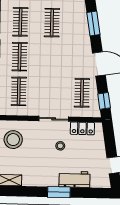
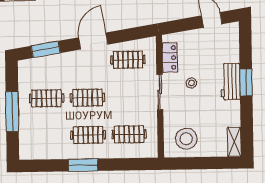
clothes rail: (20, 22) -> (87, 98), moved
window: (104, 101) -> (136, 33), removed
workbench: (75, 179) -> (230, 82), moved

